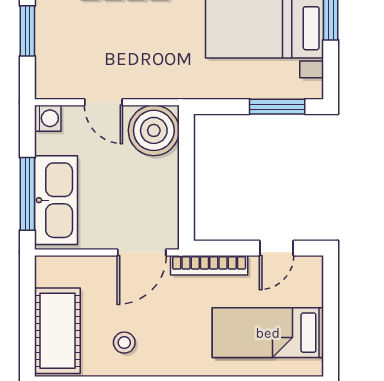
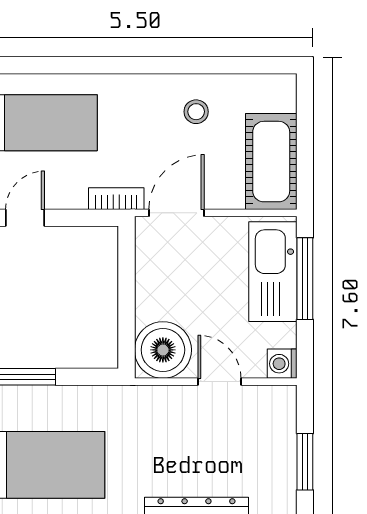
bookcase: (209, 265) -> (116, 199), width x0.64
cot: (57, 331) -> (271, 162), moved

